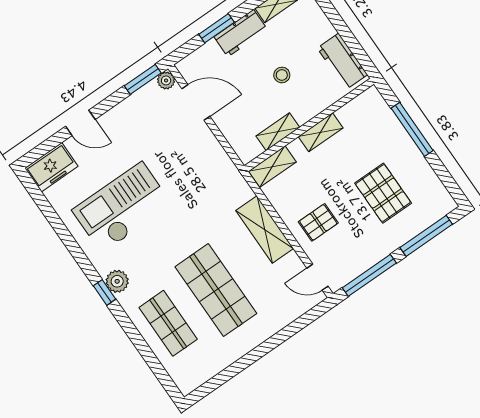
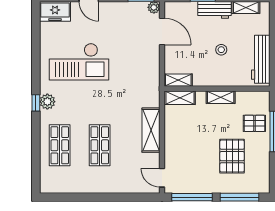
workbench: (342, 61) -> (261, 59), width x1.38
shelving: (278, 132) -> (178, 80), moved
checkout: (122, 207) -> (79, 62), turned 180
pallet: (318, 222) -> (254, 123), moved
shop shelf: (216, 290) -> (100, 145), width x0.70, depth x0.74

